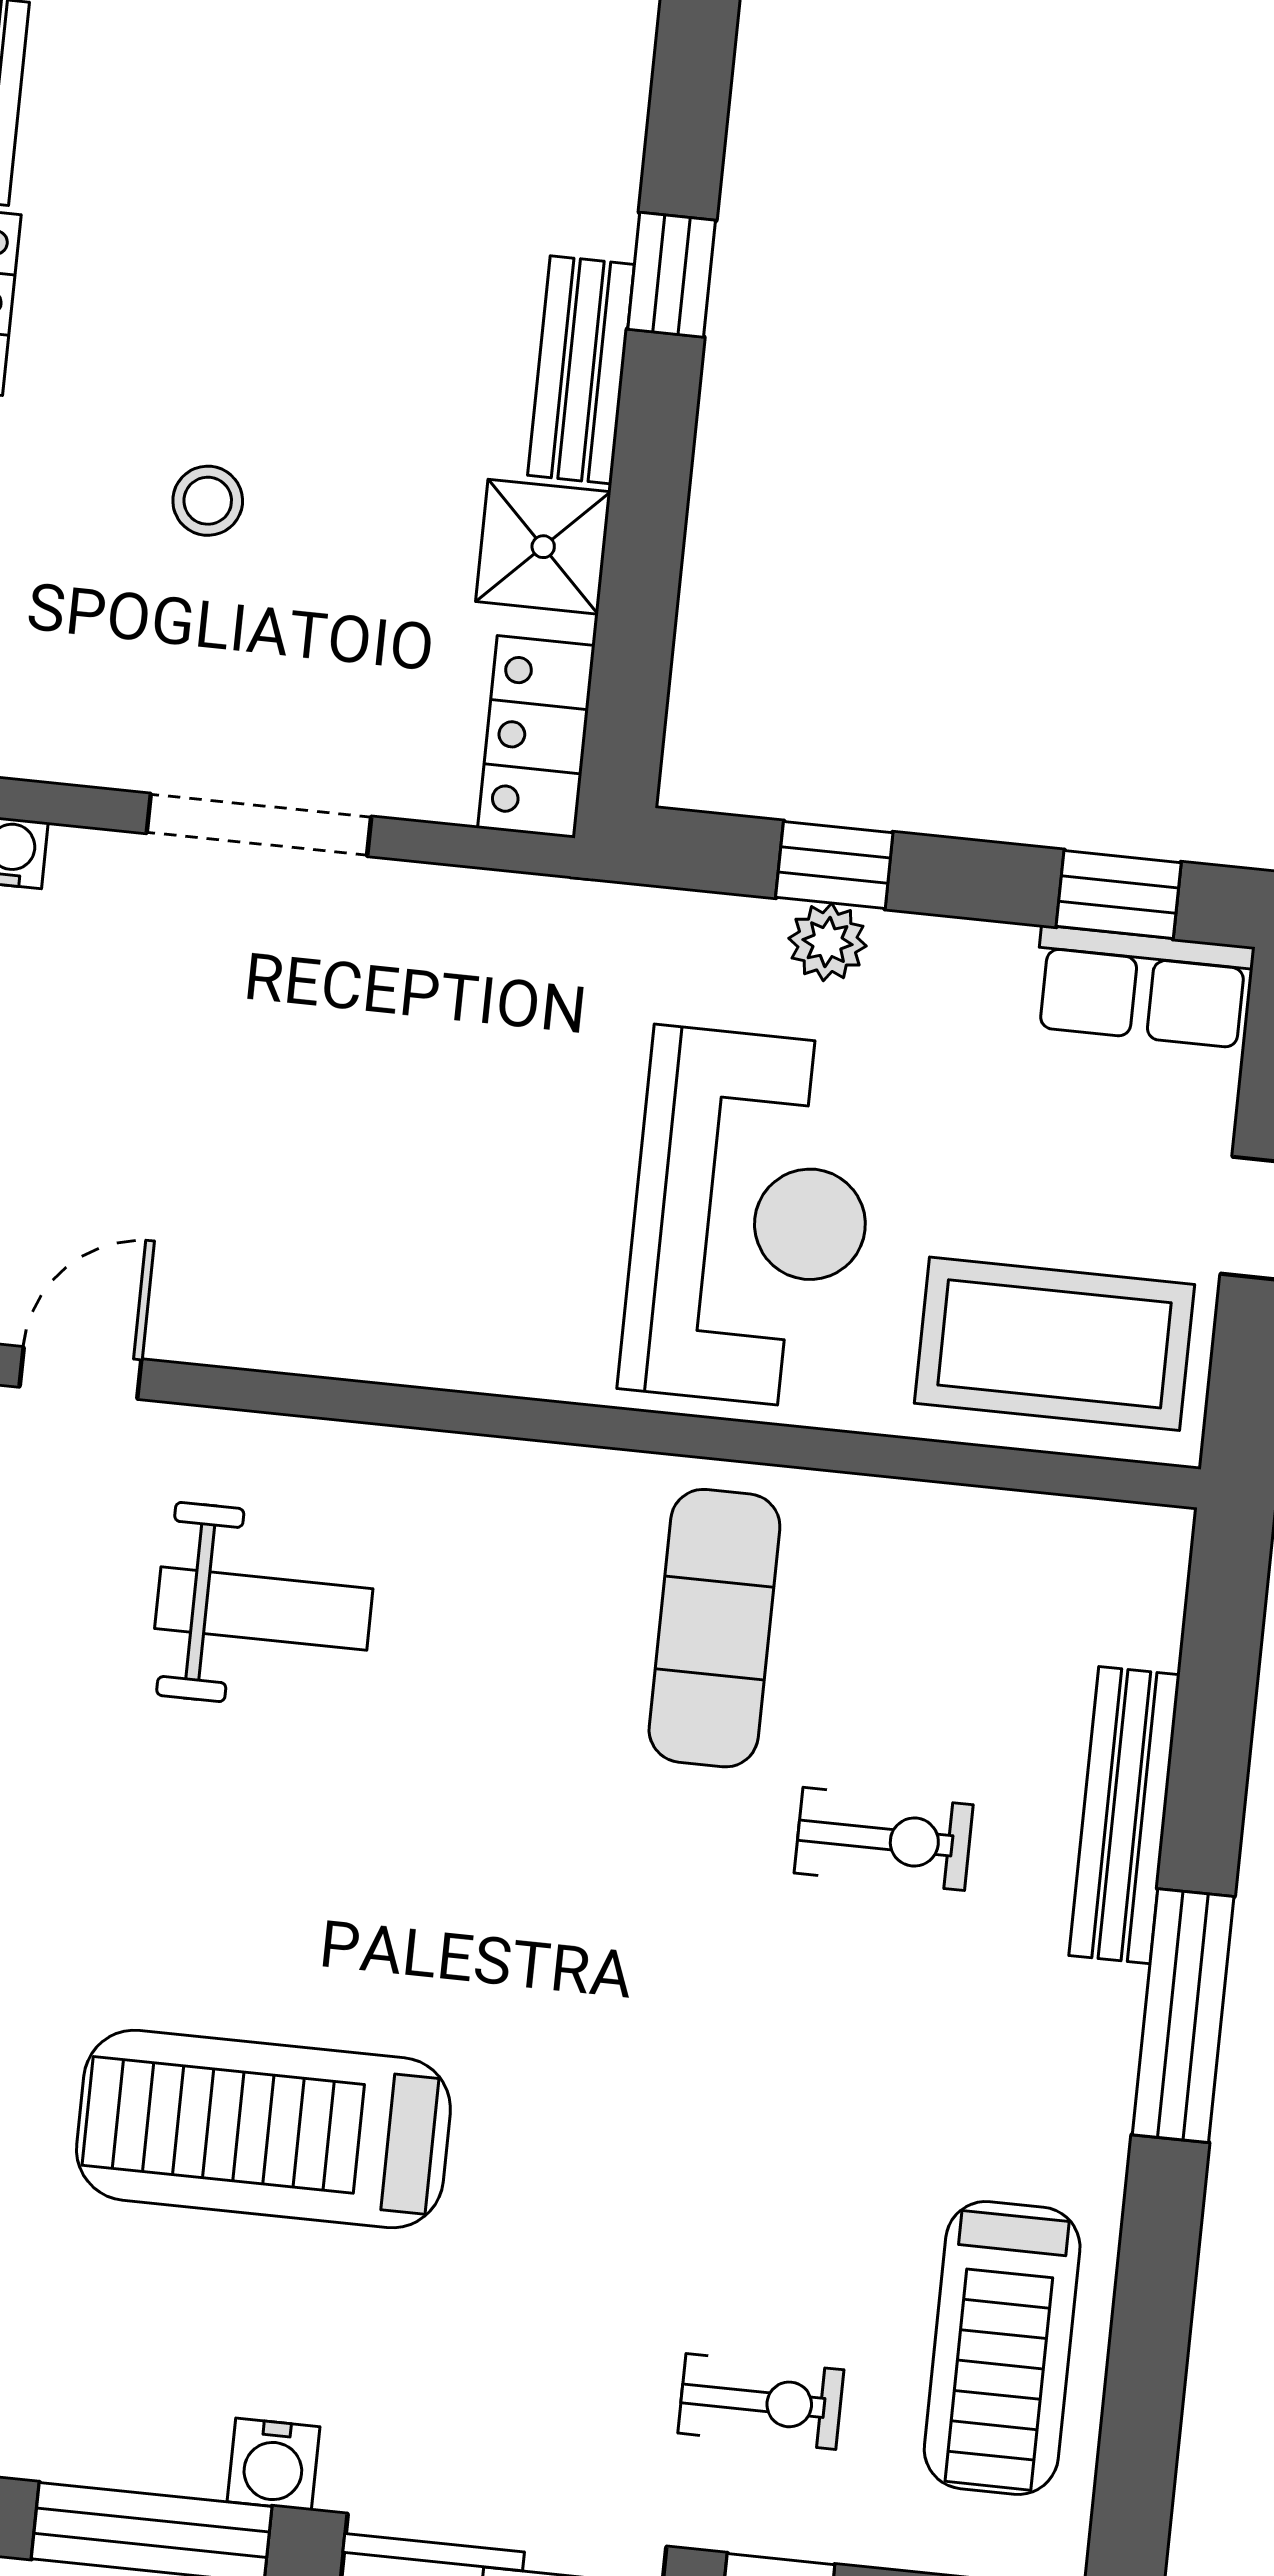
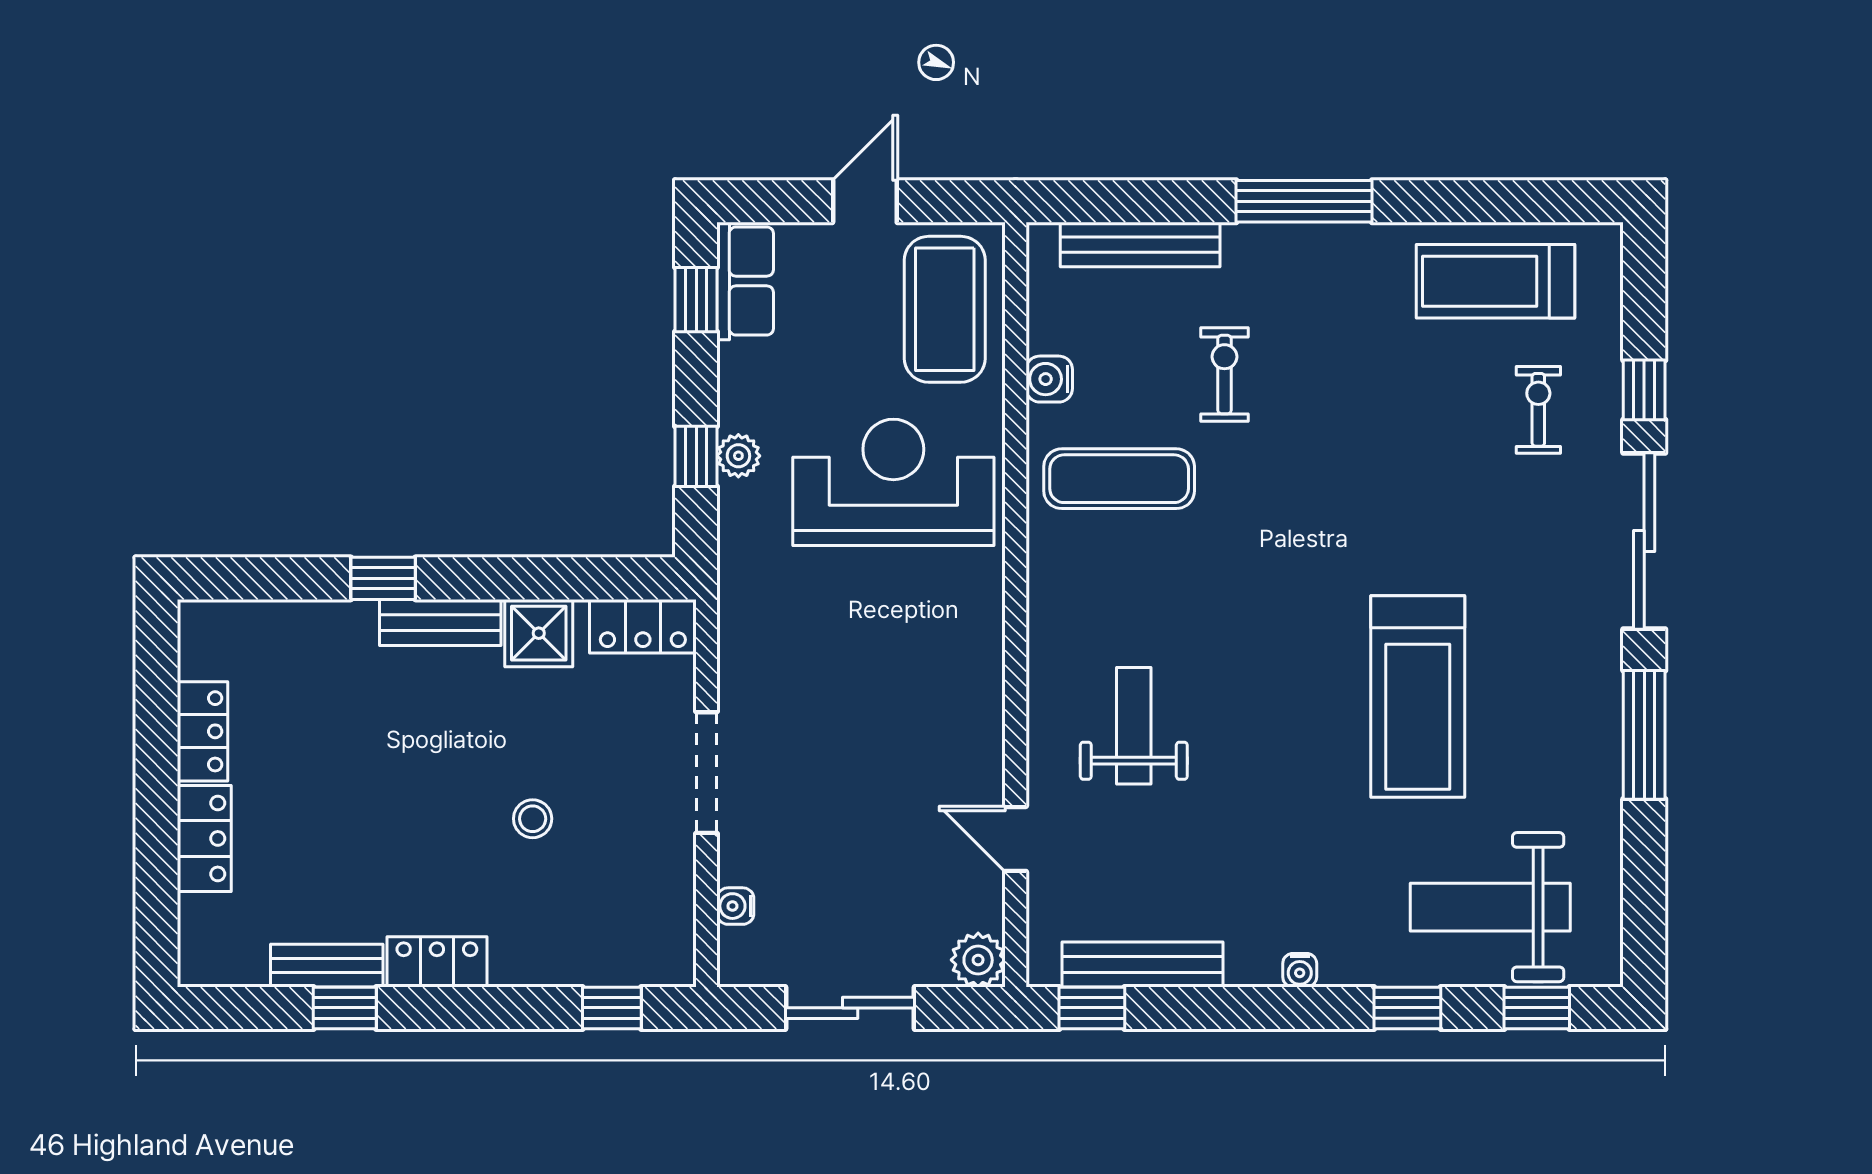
bench: (1124, 1815) -> (1140, 245), moved
treadmill: (1002, 2348) -> (1496, 281), turned 180
water cooler: (274, 2464) -> (1049, 379), moved, turned 180

